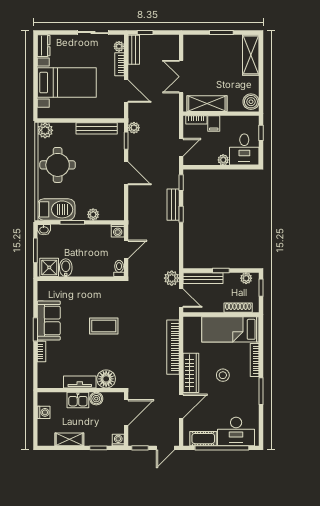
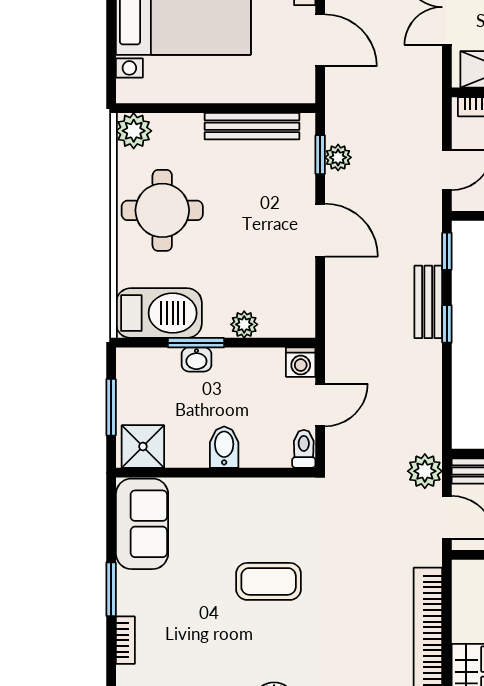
plant: (134, 128) -> (338, 157), moved
washbasin: (44, 230) -> (196, 359), moved
bidet: (66, 268) -> (224, 447), moved
sofa: (49, 320) -> (142, 524), moved

